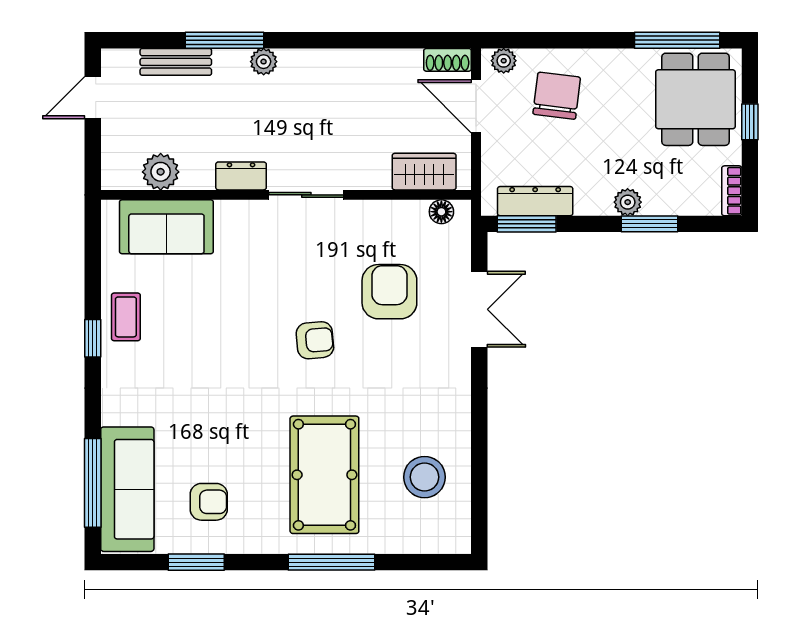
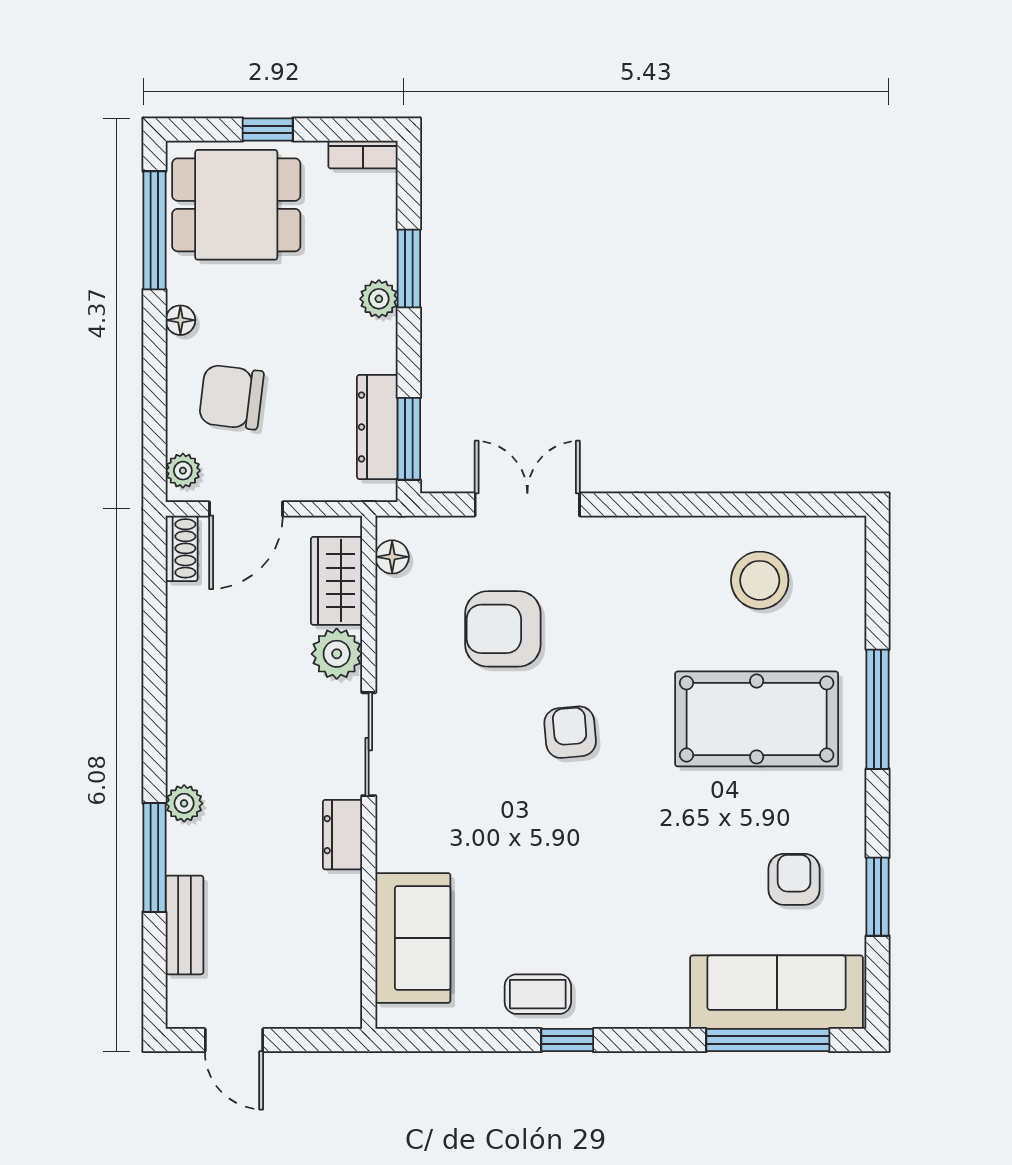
floor lamp: (612, 59) -> (180, 320), added
plant: (161, 172) -> (337, 654), moved

